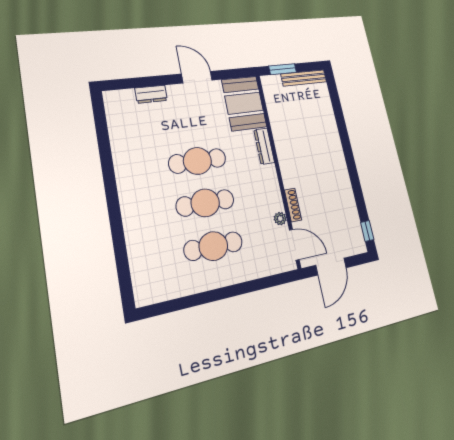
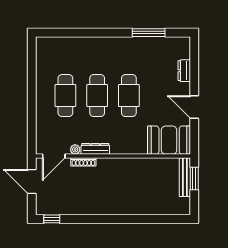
door: (197, 77) -> (194, 107), swing flipped
bench: (304, 78) -> (185, 177), moved
dresser: (264, 146) -> (95, 149), moved
window: (104, 147) -> (149, 33), added

